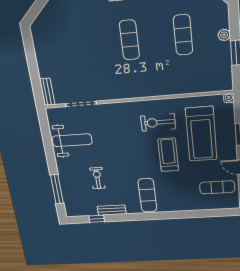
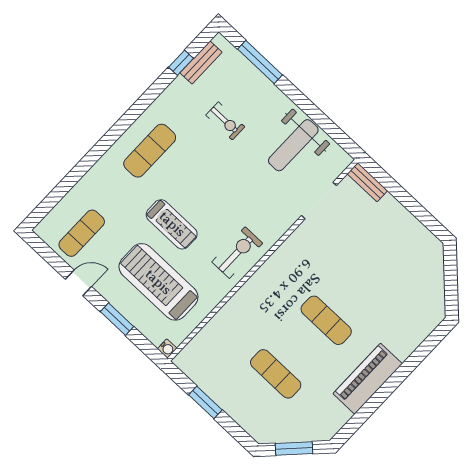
plant: (224, 35) -> (234, 410), removed
exercise bike: (158, 122) -> (237, 253), moved
exercise mat: (147, 195) -> (150, 151), turned 90
bench: (112, 210) -> (201, 63), moved

